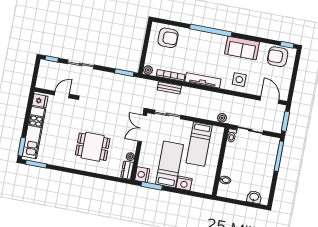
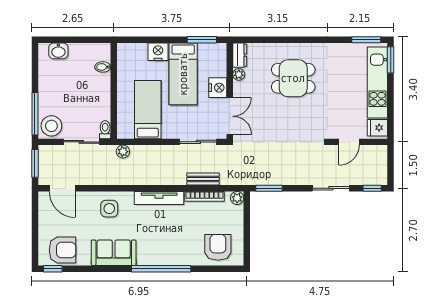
armchair: (168, 38) -> (218, 247), turned 90
stool: (269, 145) -> (51, 126), added
nightstand: (142, 175) -> (218, 88), moved

